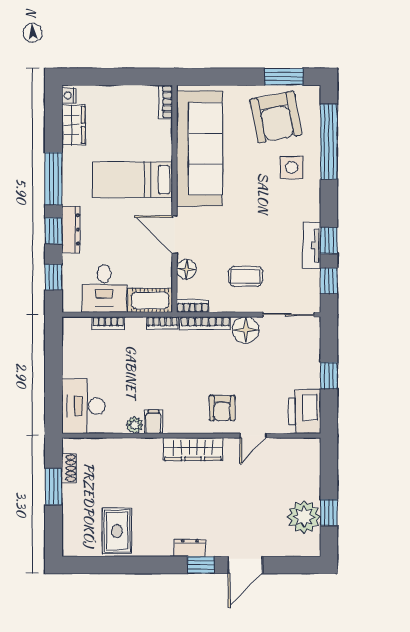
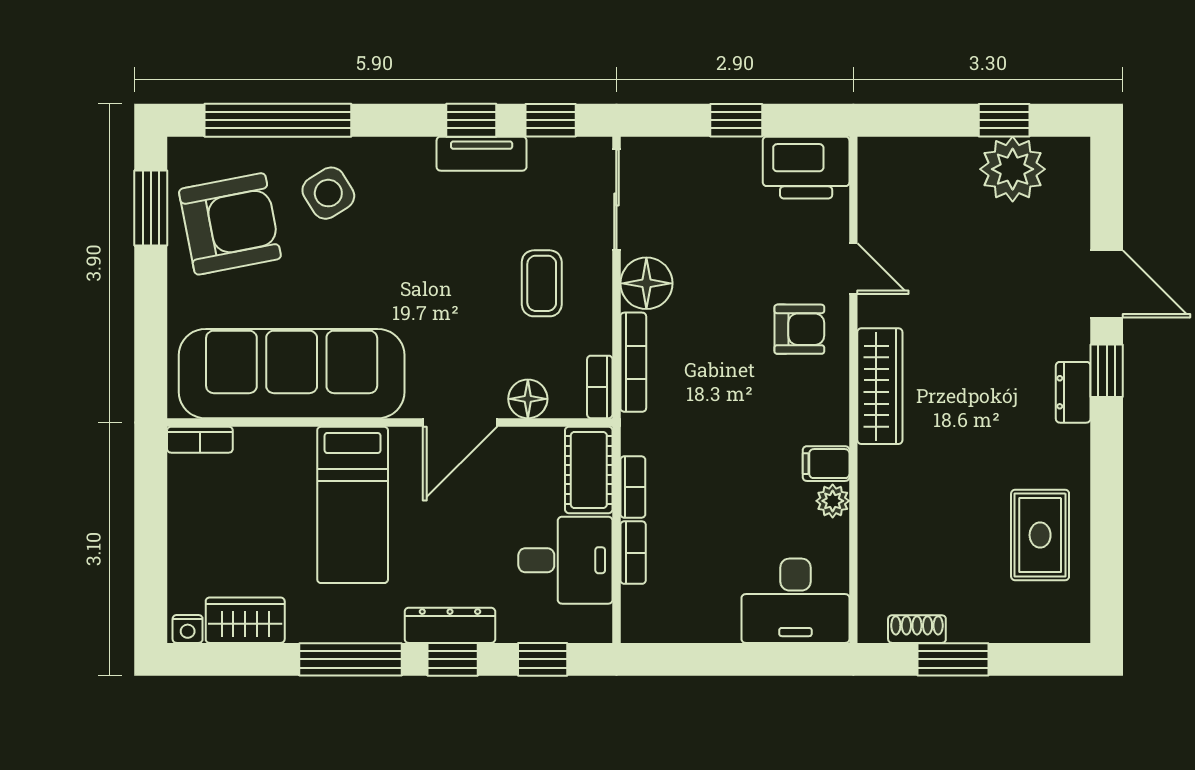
side table: (292, 167) -> (328, 193), turned -32
bookcase: (162, 323) -> (633, 487), moved
rug: (117, 531) -> (1040, 535), turned 90

